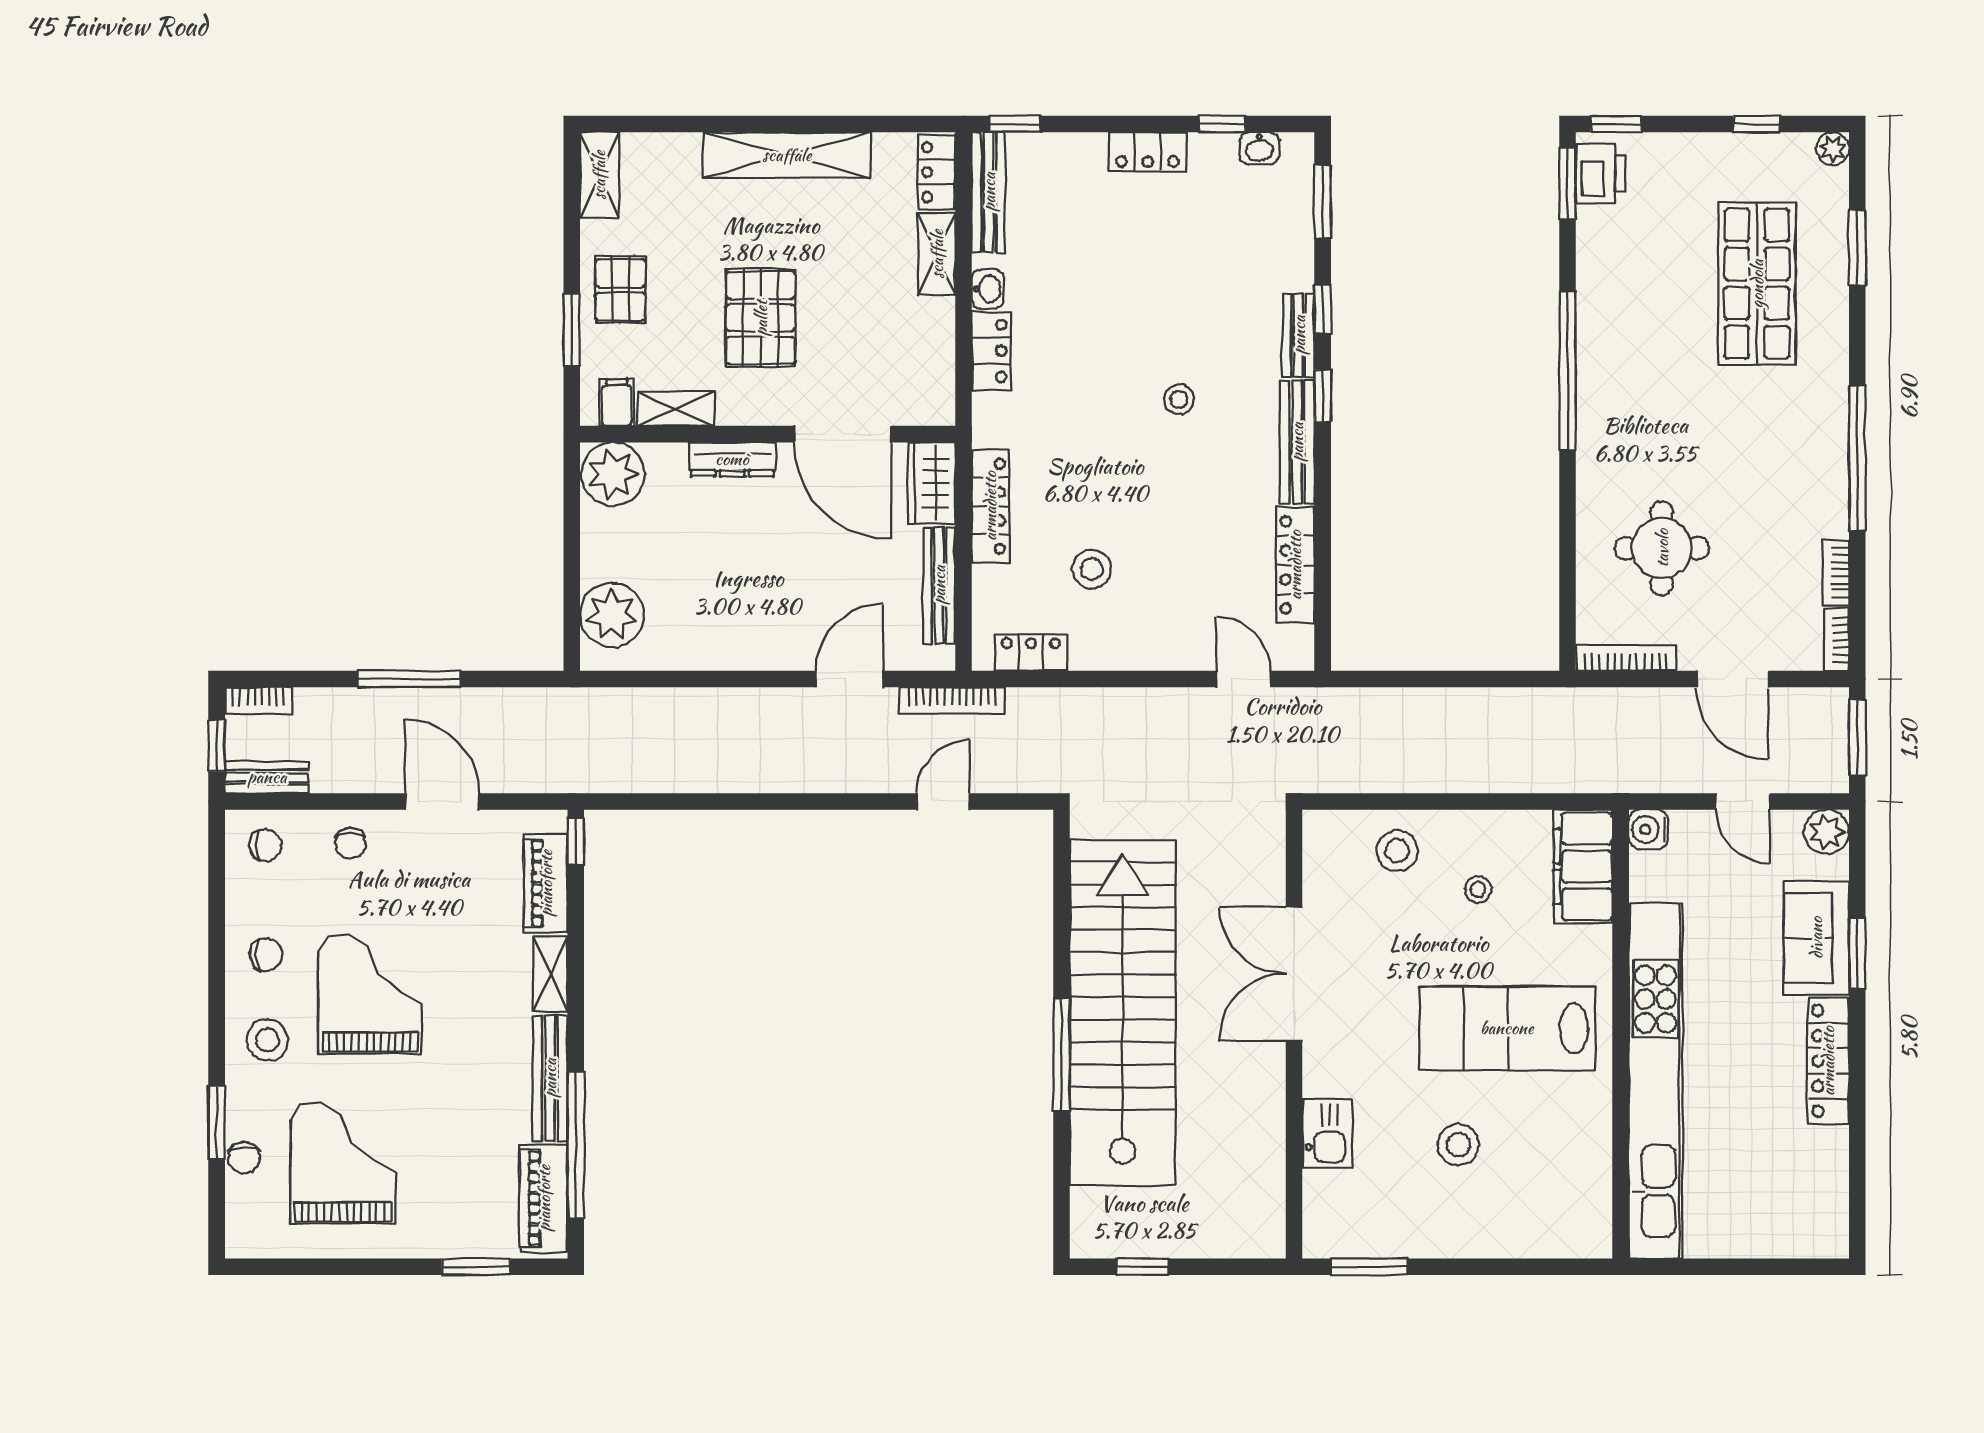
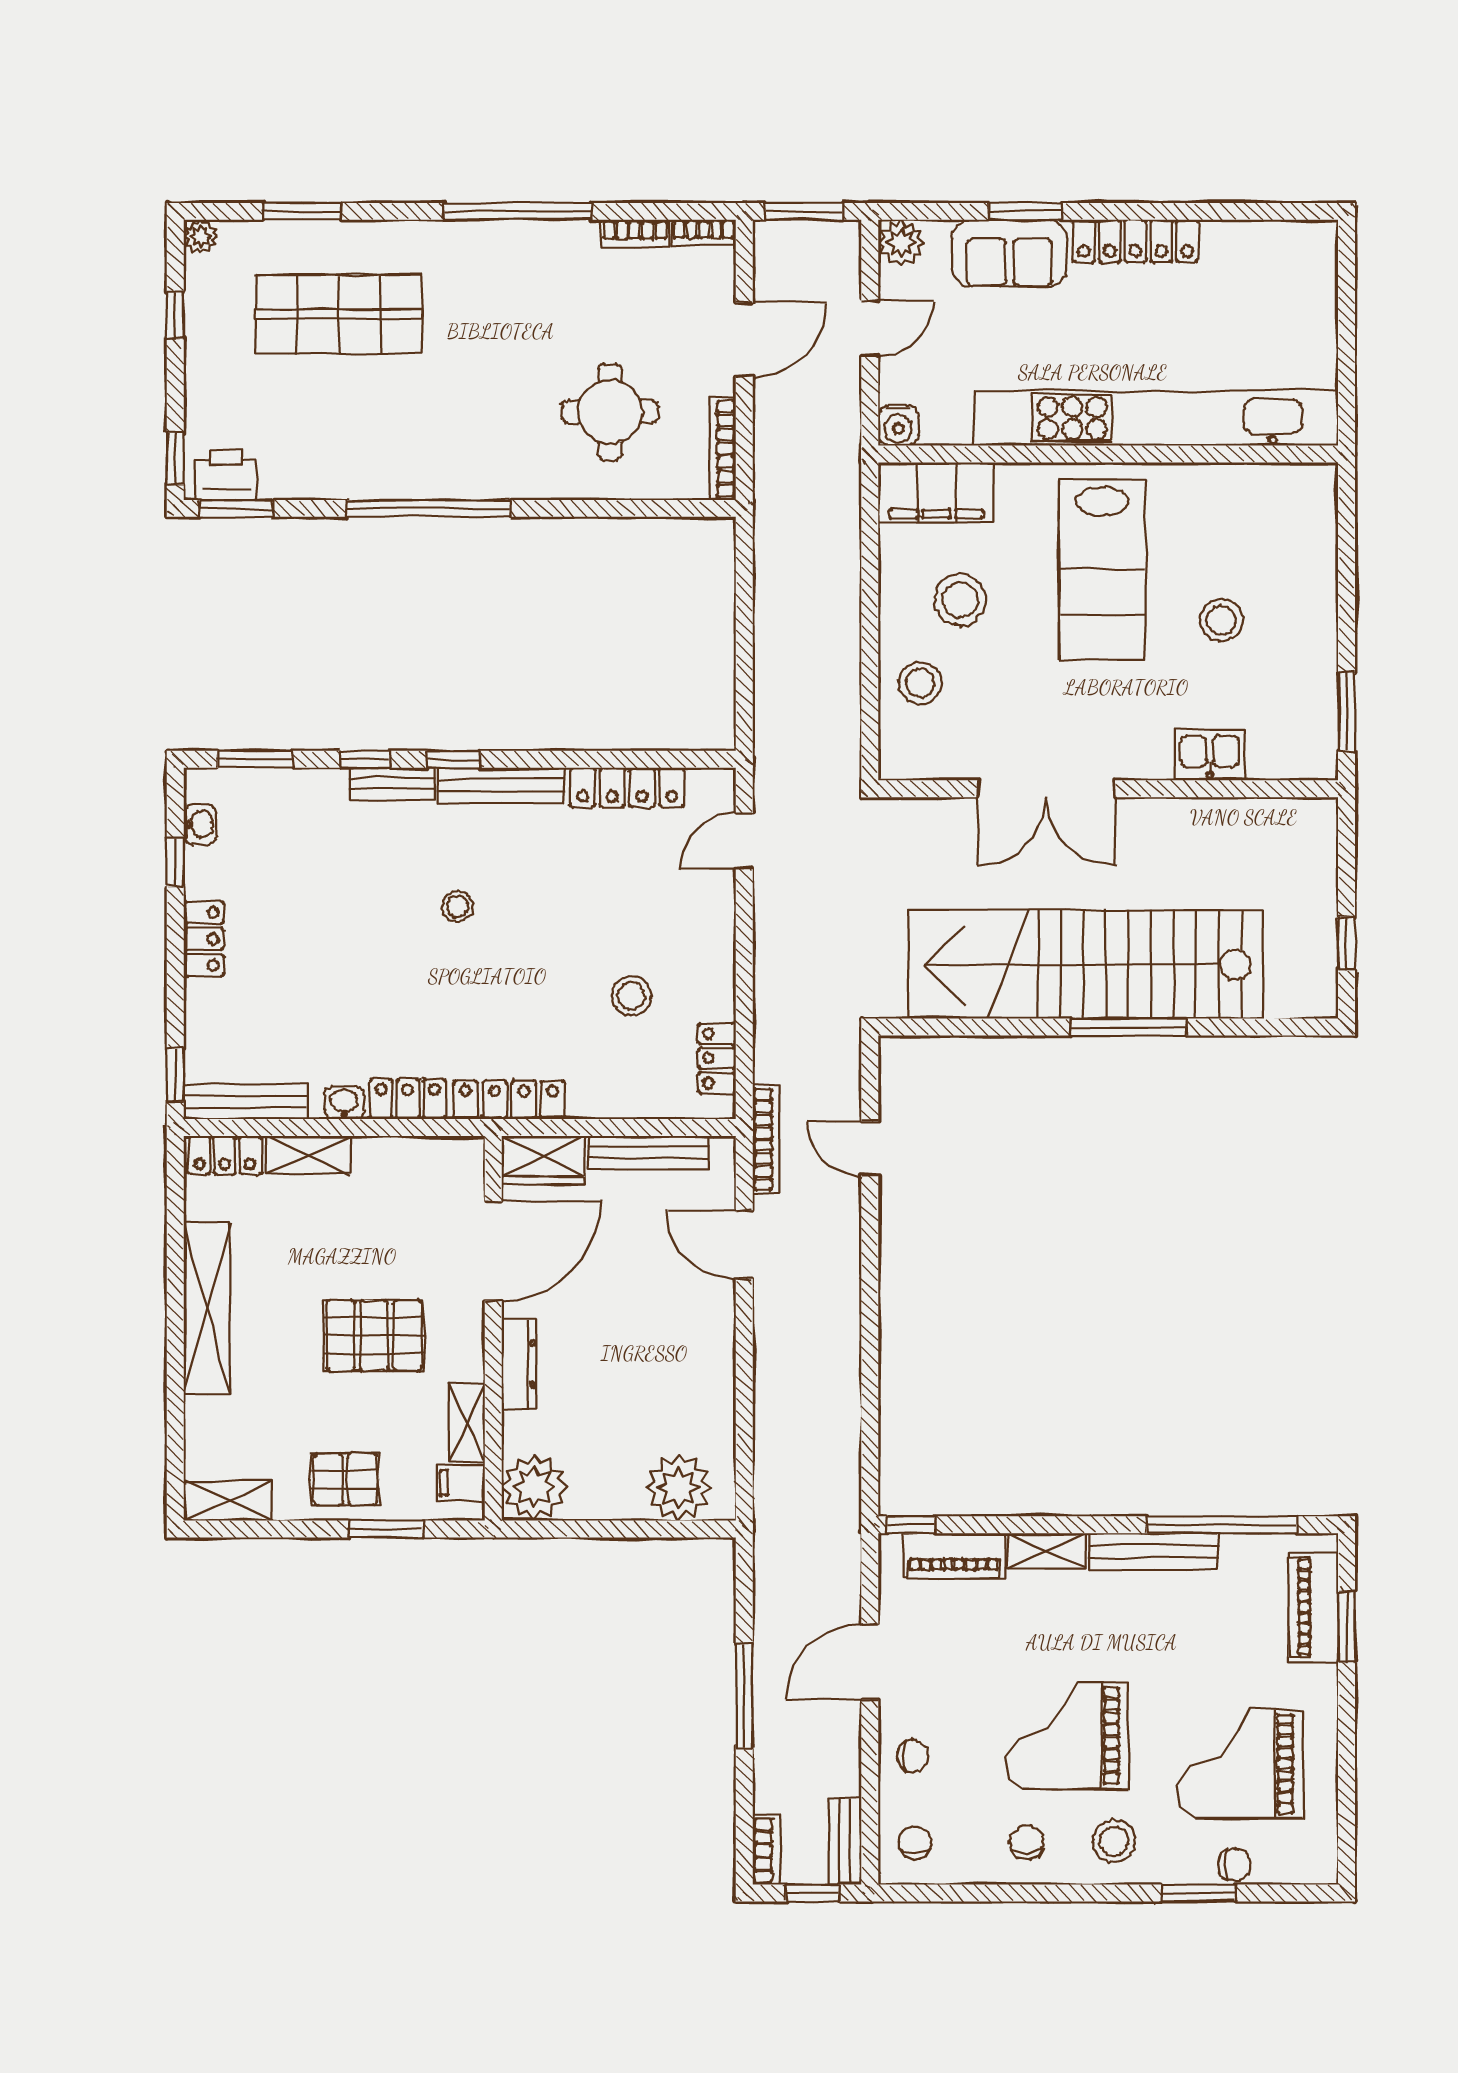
locker: (990, 506) -> (509, 1100), moved
stool: (1478, 890) -> (960, 600), width x1.89, depth x1.89
piano: (544, 1198) -> (1314, 1607), moved, turned 90

